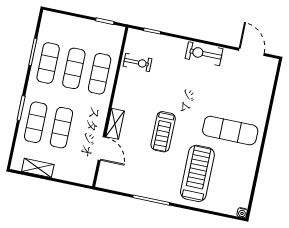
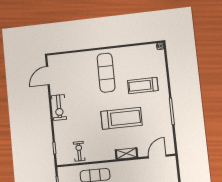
treadmill: (163, 132) -> (121, 118), width x1.37, depth x1.38
door: (102, 148) -> (157, 156), moved
treadmill: (197, 173) -> (143, 85), width x0.73, depth x0.73

